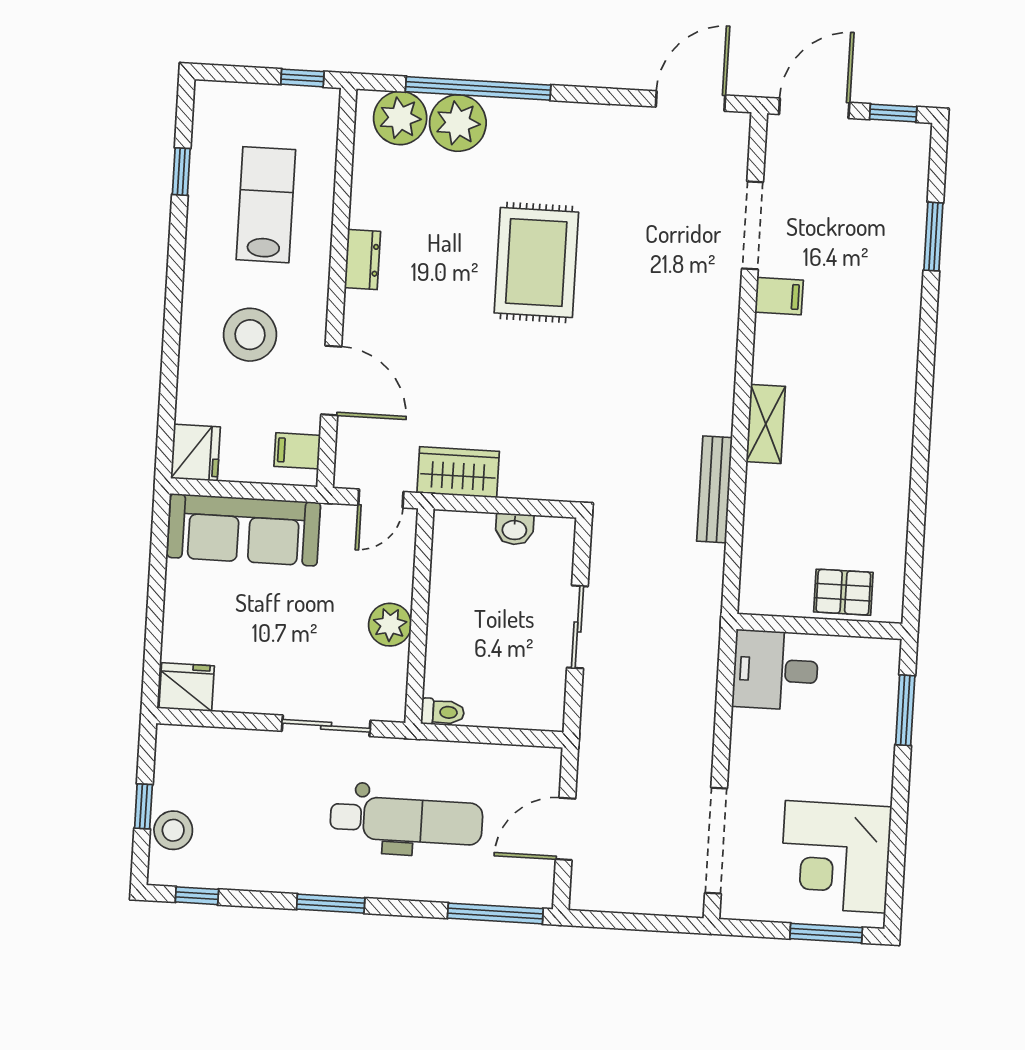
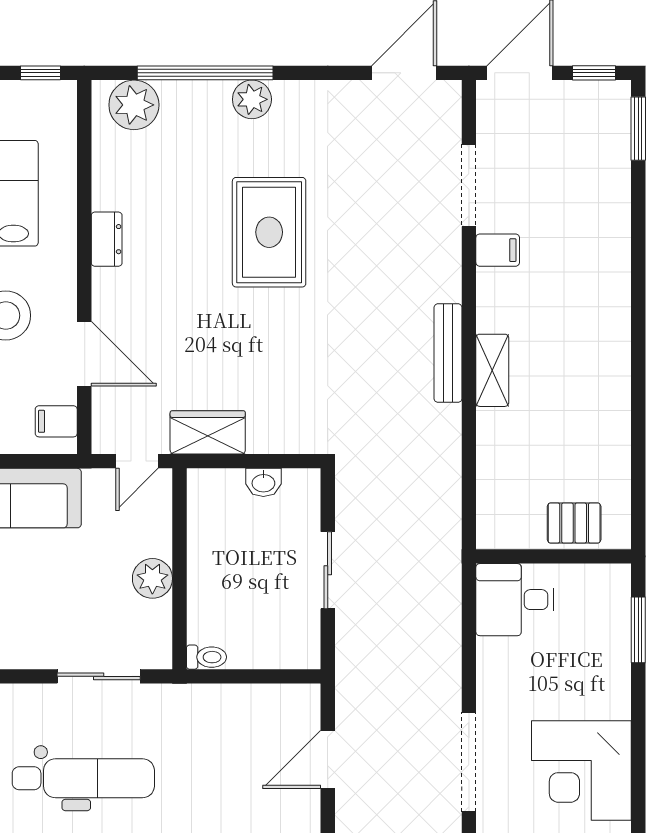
plant: (458, 123) -> (252, 99), moved, width x0.73, depth x0.73
window: (933, 237) -> (638, 129), moved
bench: (714, 489) -> (448, 353), moved
dental chair: (406, 820) -> (83, 778), moved

